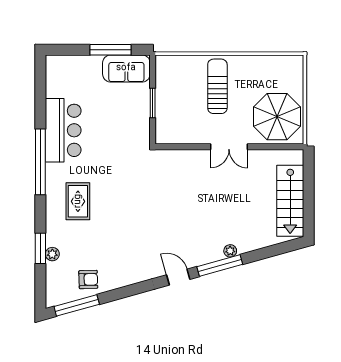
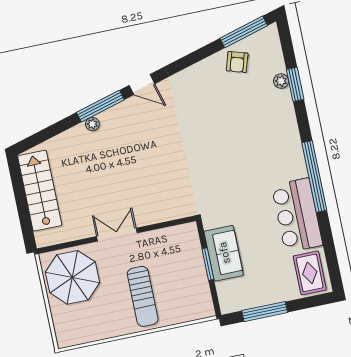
sofa: (126, 68) -> (224, 253), moved, turned 90
rug: (78, 201) -> (310, 273), moved
armchair: (88, 279) -> (237, 62), turned -71

